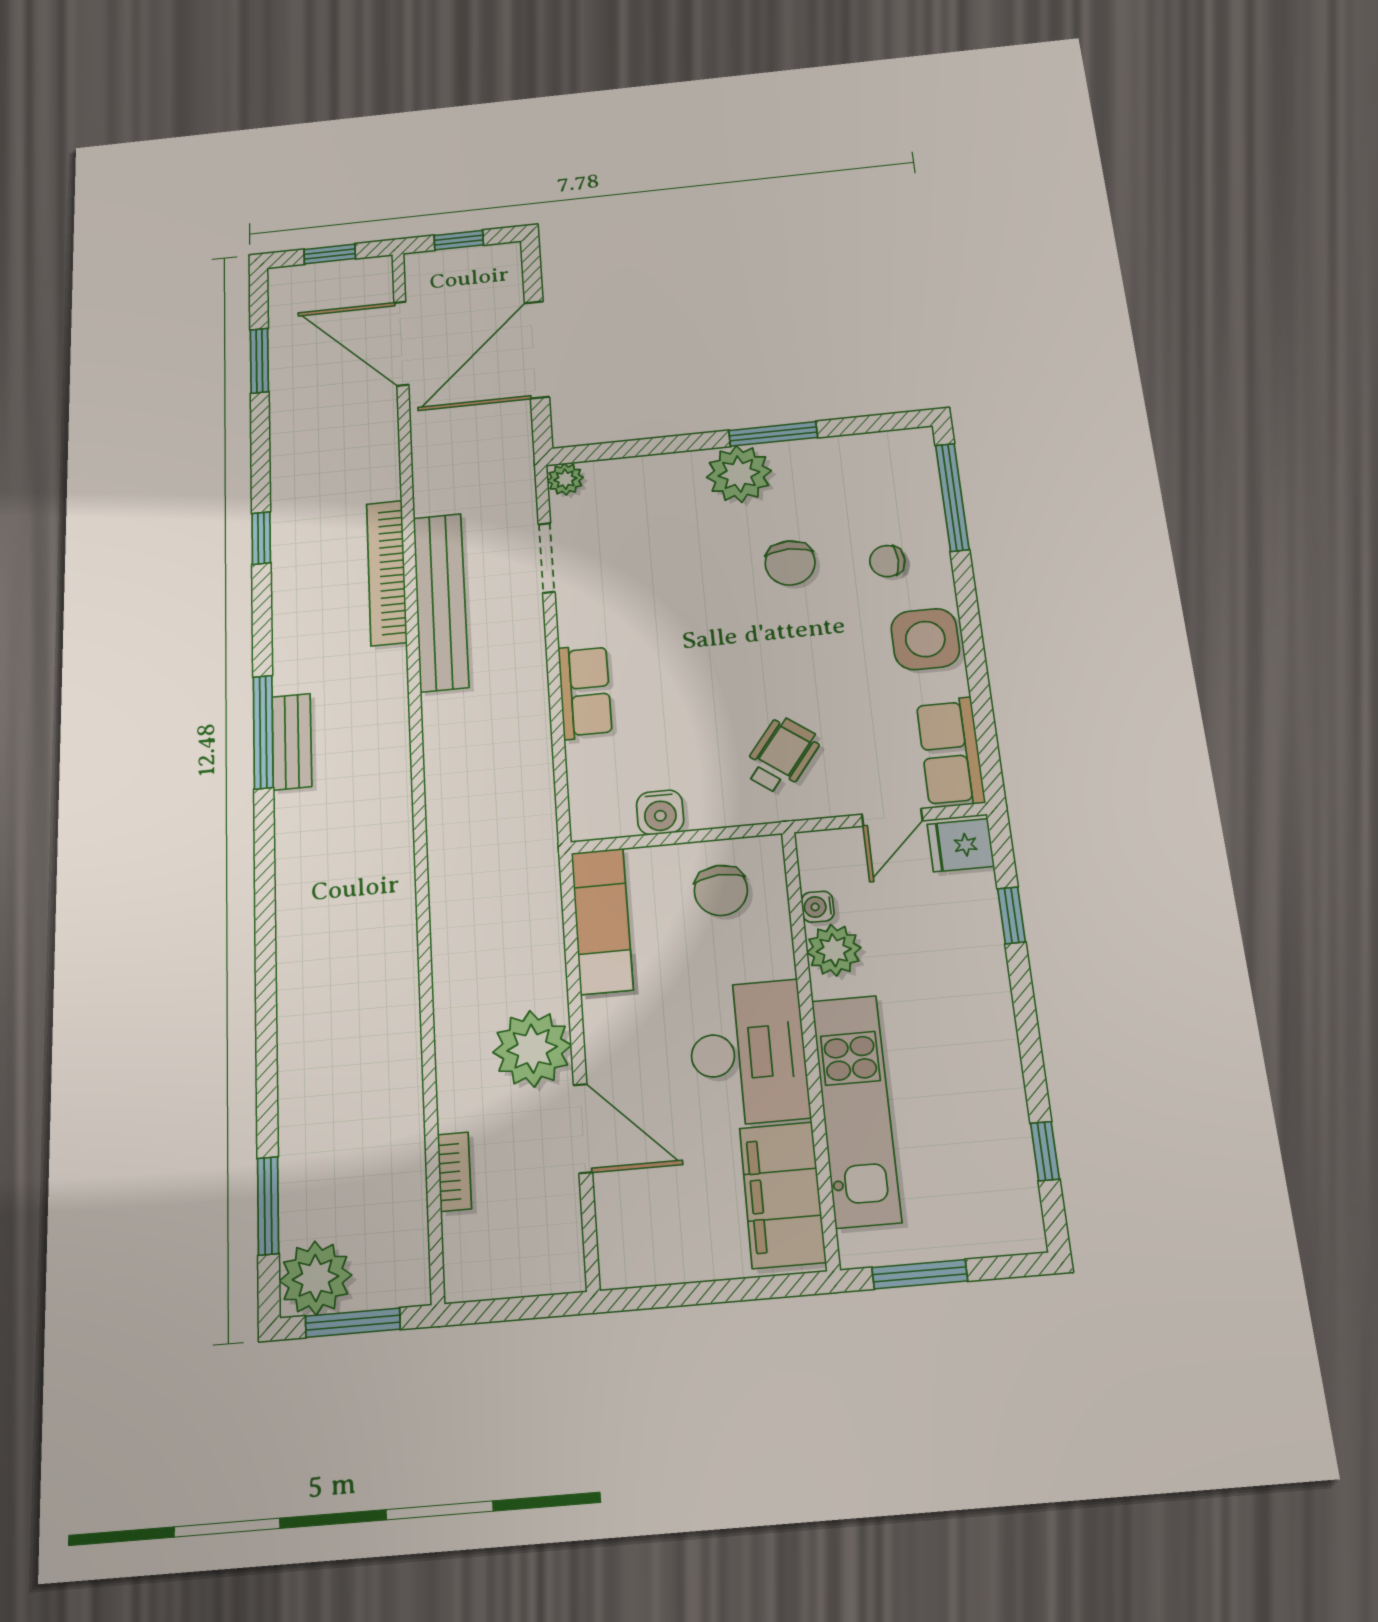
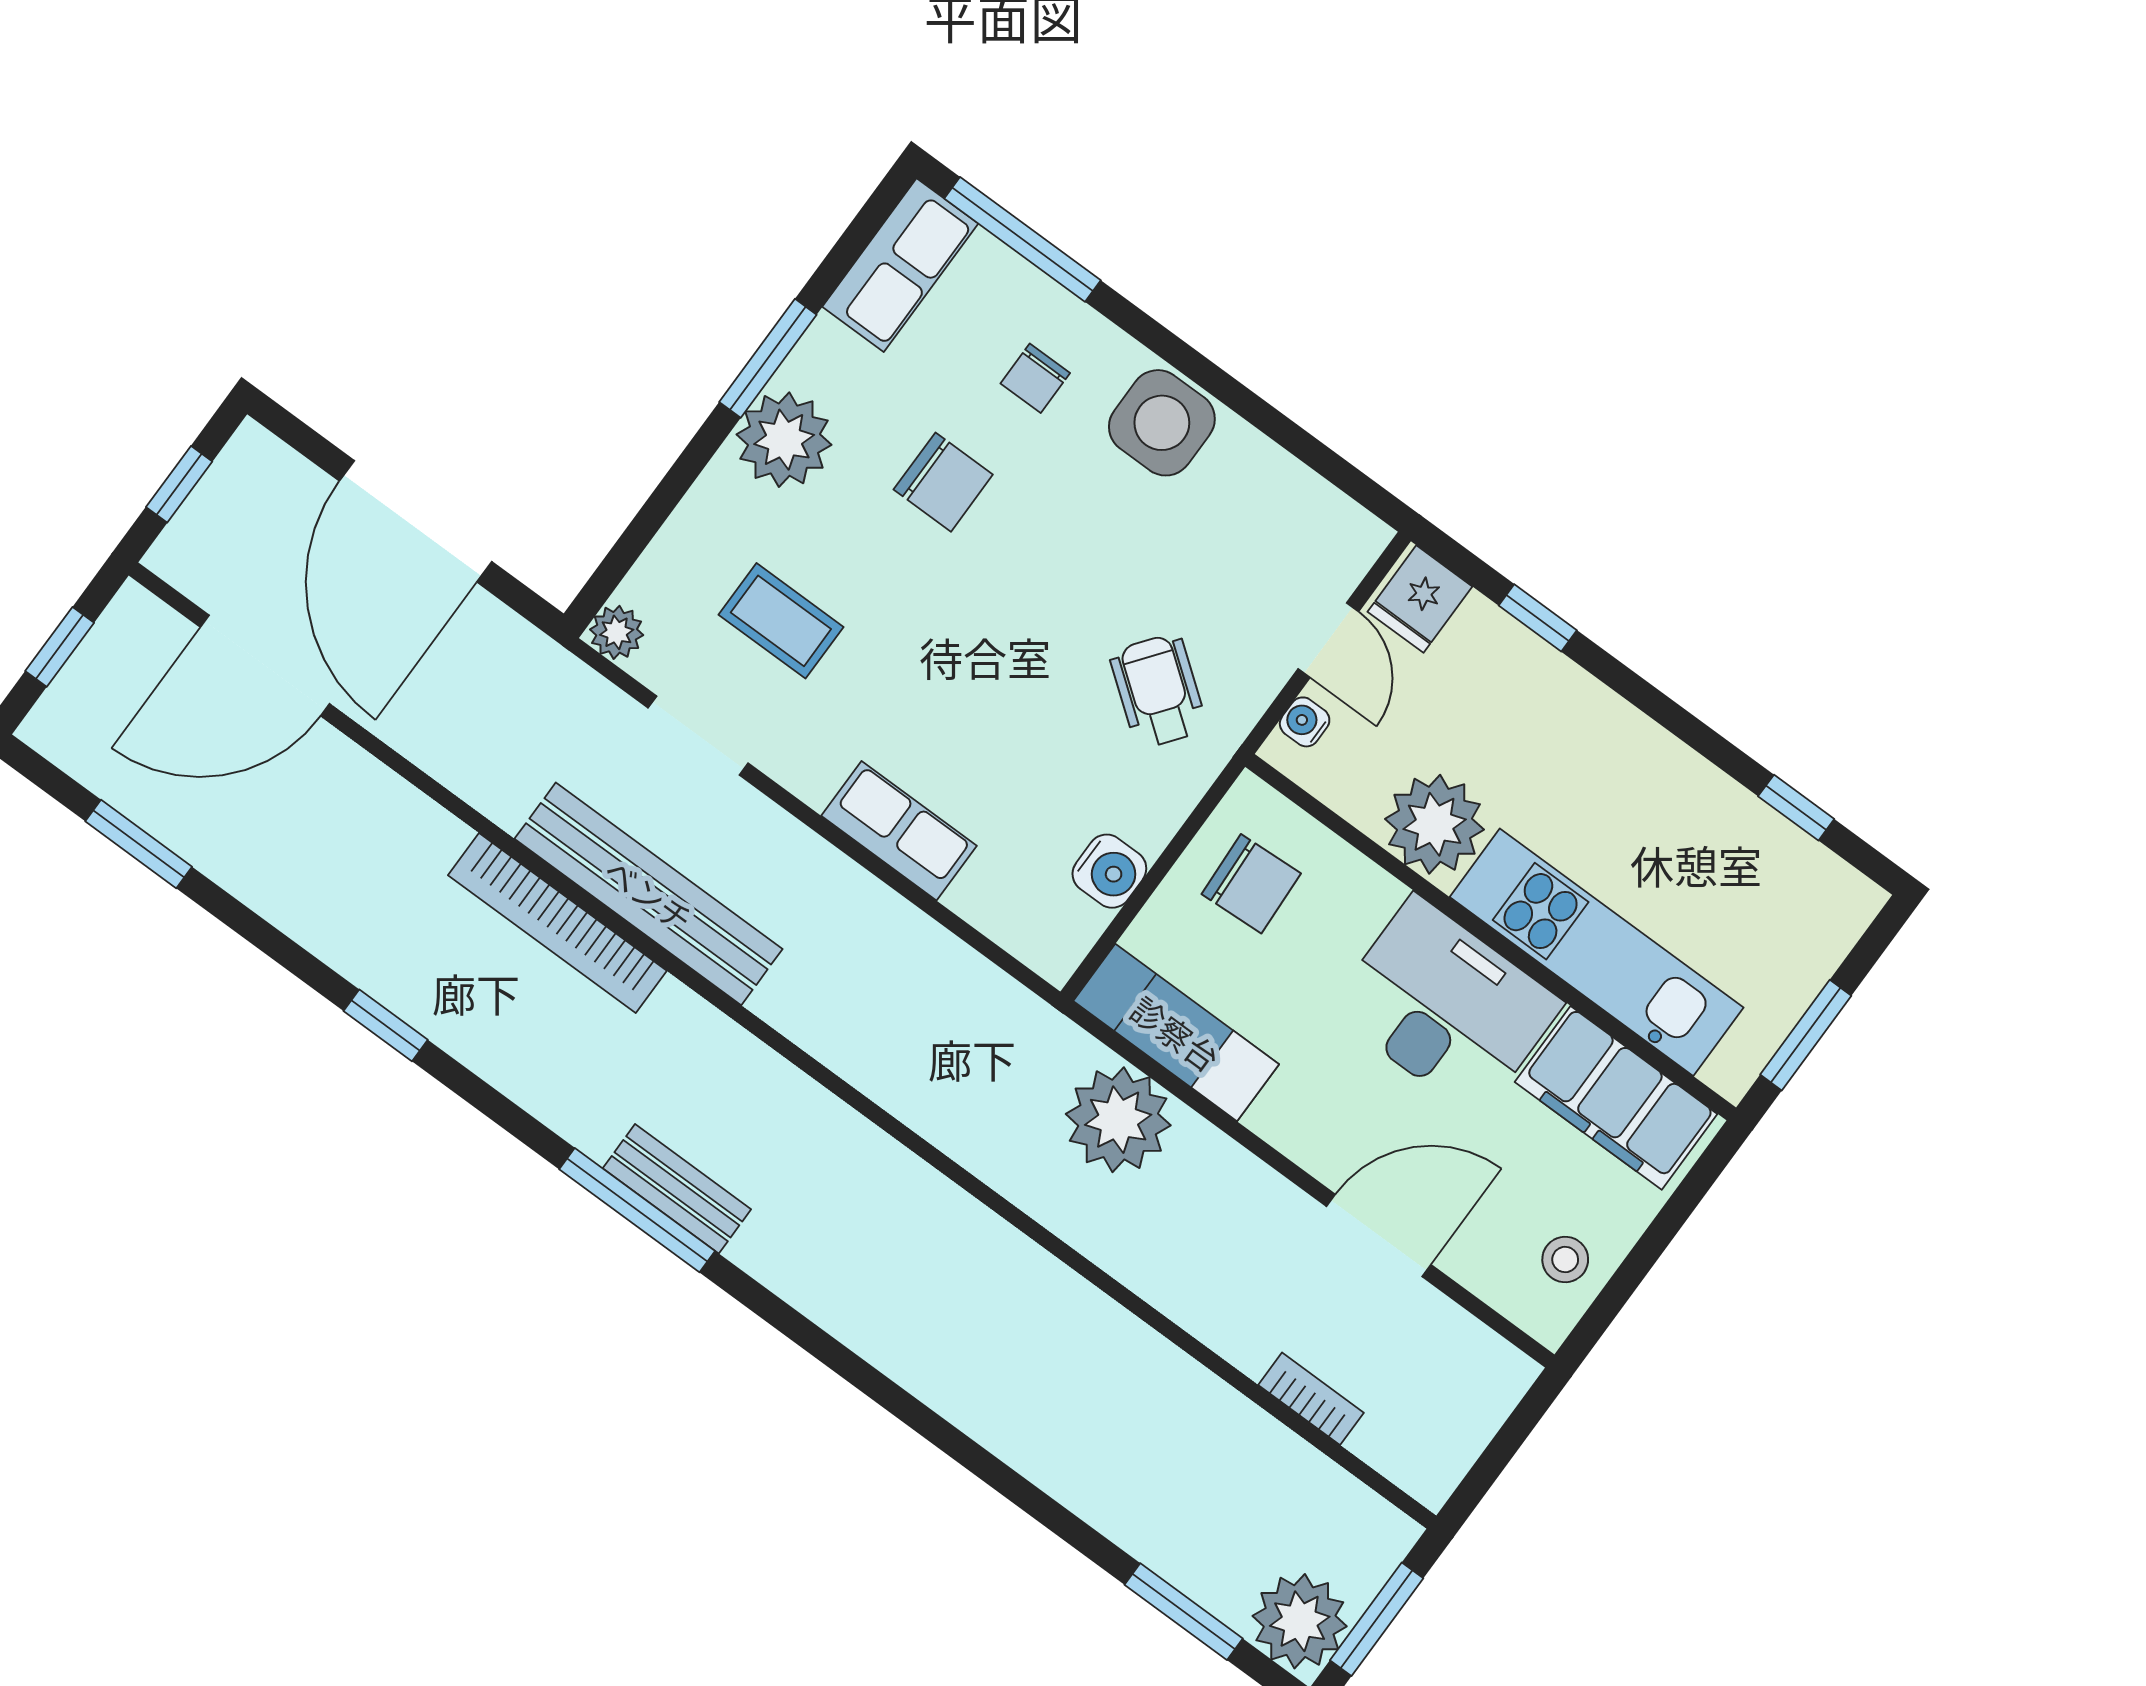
coffee table: (644, 547) -> (781, 621), added
row of seats: (950, 752) -> (900, 265), moved, turned -90
water cooler: (818, 907) -> (1305, 722), moved, turned 90
plant: (834, 950) -> (1435, 824), width x1.36, depth x1.36
plant: (532, 1049) -> (1118, 1120), moved
stool: (662, 1248) -> (1565, 1260), added

